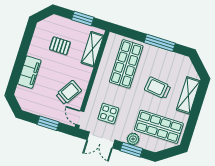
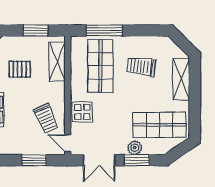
window: (160, 43) -> (104, 31), moved
trolley: (158, 88) -> (141, 66), moved
trolley: (69, 93) -> (46, 119), turned 124
display table: (108, 114) -> (82, 112), moved

